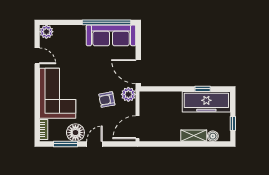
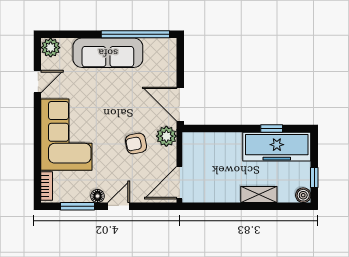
sofa: (111, 35) -> (108, 53), moved
door: (37, 56) -> (37, 82), hinge flipped
floor lamp: (75, 133) -> (98, 196), width x0.53, depth x0.53
boiler: (213, 136) -> (303, 195), moved

